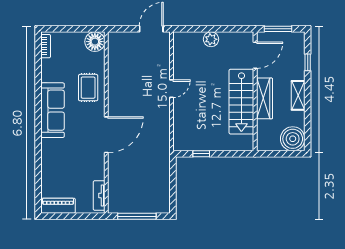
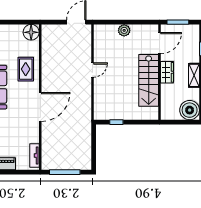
wardrobe: (264, 98) -> (167, 72), width x0.67

